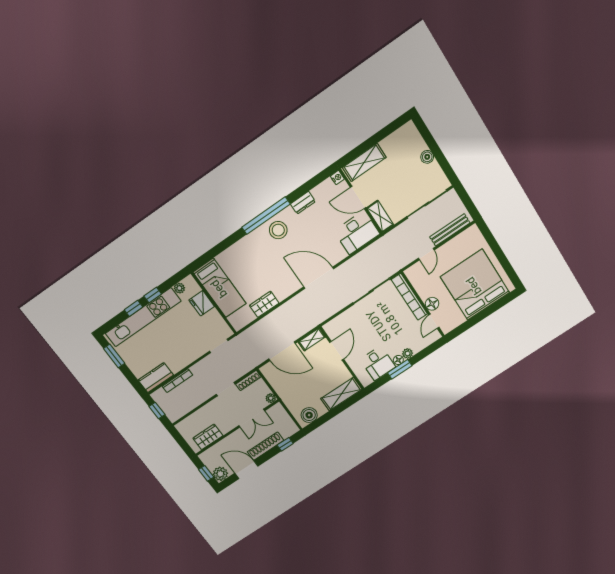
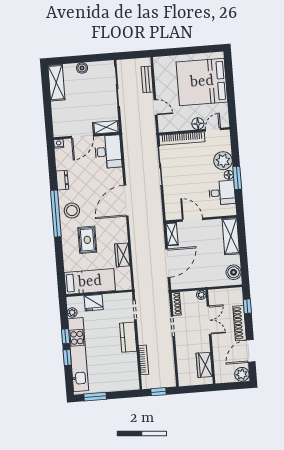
shelving: (364, 162) -> (56, 83), moved
bench: (450, 230) -> (147, 79), width x0.73
rug: (258, 262) -> (87, 240), added
door: (434, 321) -> (213, 130), swing flipped
plant: (408, 353) -> (223, 161), width x1.88, depth x1.88
kitchen counter: (156, 378) -> (128, 337), moved
window: (206, 473) -> (235, 386), removed

